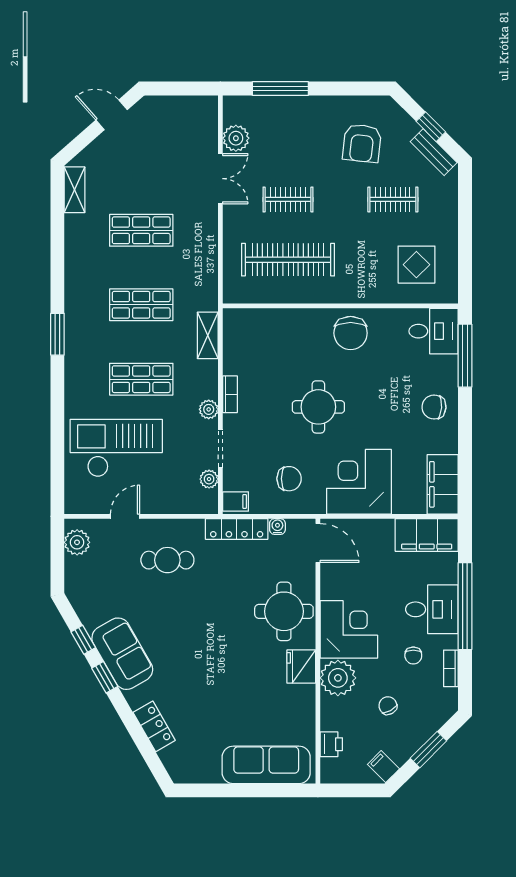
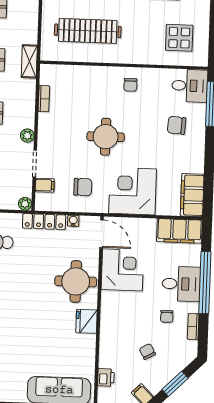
chair: (351, 333) -> (130, 85), width x0.54, depth x0.54
shelving: (208, 335) -> (29, 61), moved
bookcase: (230, 394) -> (44, 99), moved
chair: (434, 407) -> (177, 125), moved
plant: (209, 479) -> (25, 204), moved
filing cabinet: (236, 502) -> (45, 185), moved
corner desk: (349, 629) -> (122, 270), moved
plant: (338, 678) -> (112, 330), removed

